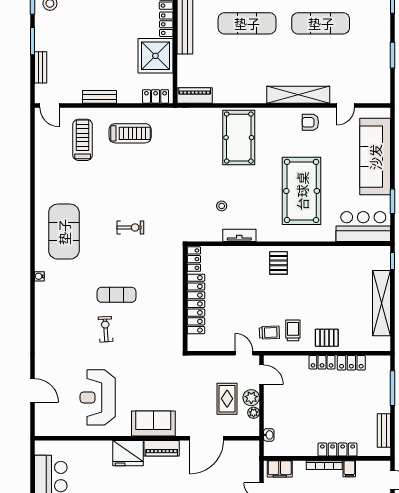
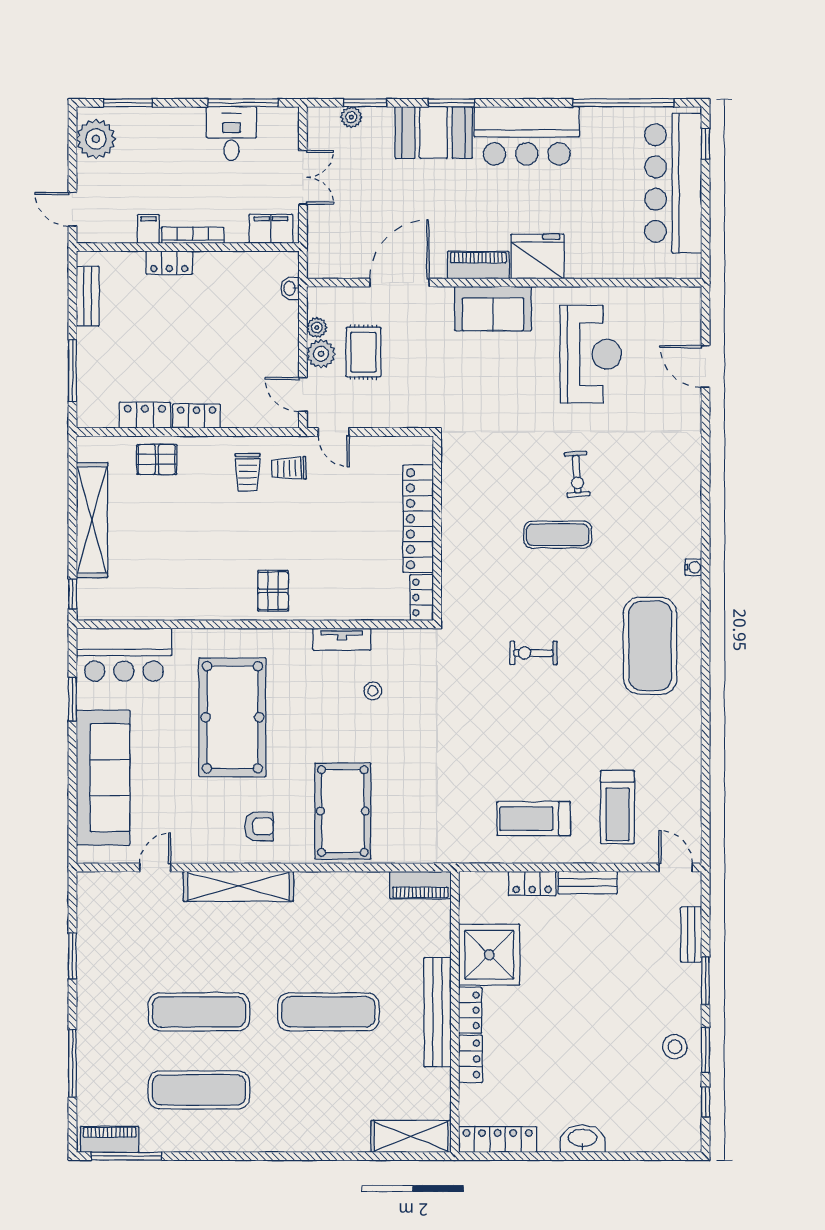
locker: (156, 96) -> (532, 883), moved
armchair: (310, 122) -> (259, 826), moved
pallet: (327, 338) -> (157, 459), moved
locker: (338, 450) -> (169, 263), width x0.66

